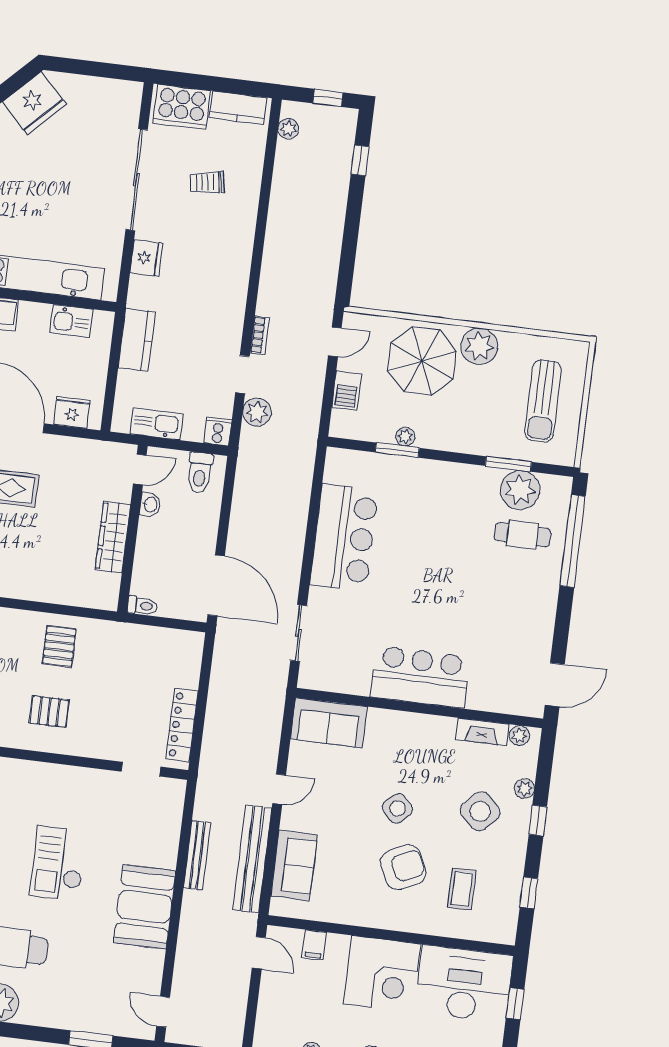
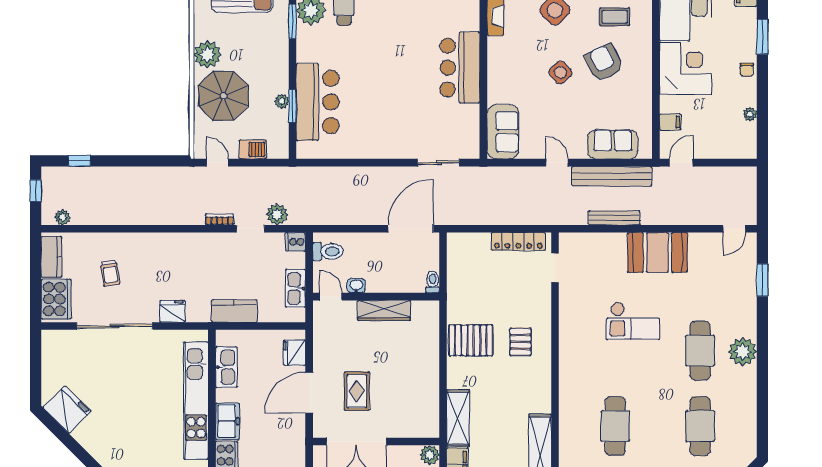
kitchen sink: (71, 321) -> (226, 367), width x1.38
bar counter: (344, 538) -> (318, 102), moved, turned 90
pallet: (59, 646) -> (471, 340), width x1.50, depth x1.42

